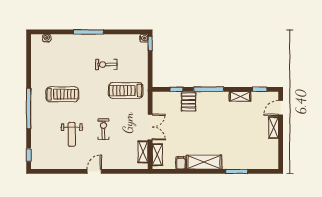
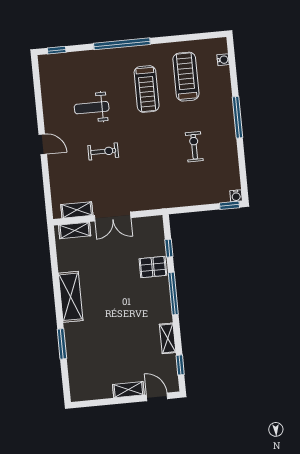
treadmill: (126, 91) -> (186, 77), moved
filing cabinet: (181, 163) -> (66, 264), removed

